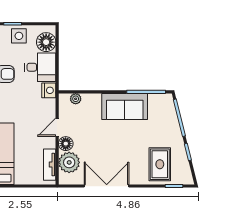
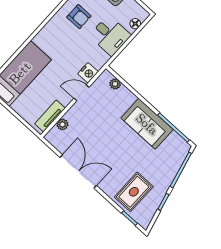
floor lamp: (46, 42) -> (135, 24), width x0.53, depth x0.53
nightstand: (49, 90) -> (88, 73), moved
floor lamp: (66, 144) -> (77, 111), removed
plant: (69, 162) -> (62, 124), width x0.53, depth x0.53

